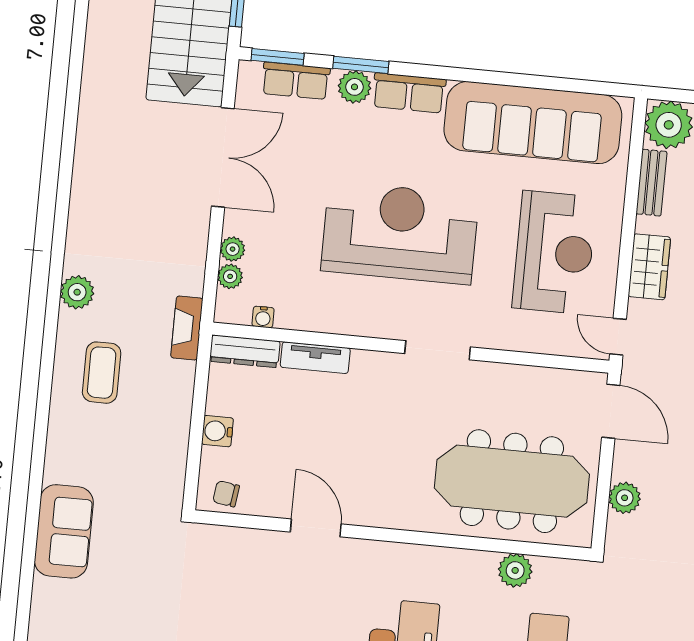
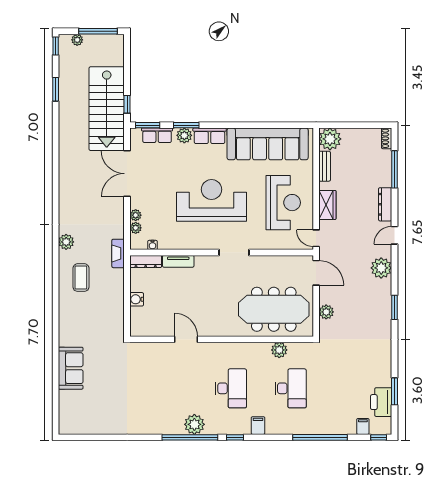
double door: (223, 157) -> (127, 174), swing flipped
chair: (226, 494) -> (143, 328), removed
sofa: (64, 531) -> (71, 368), moved

